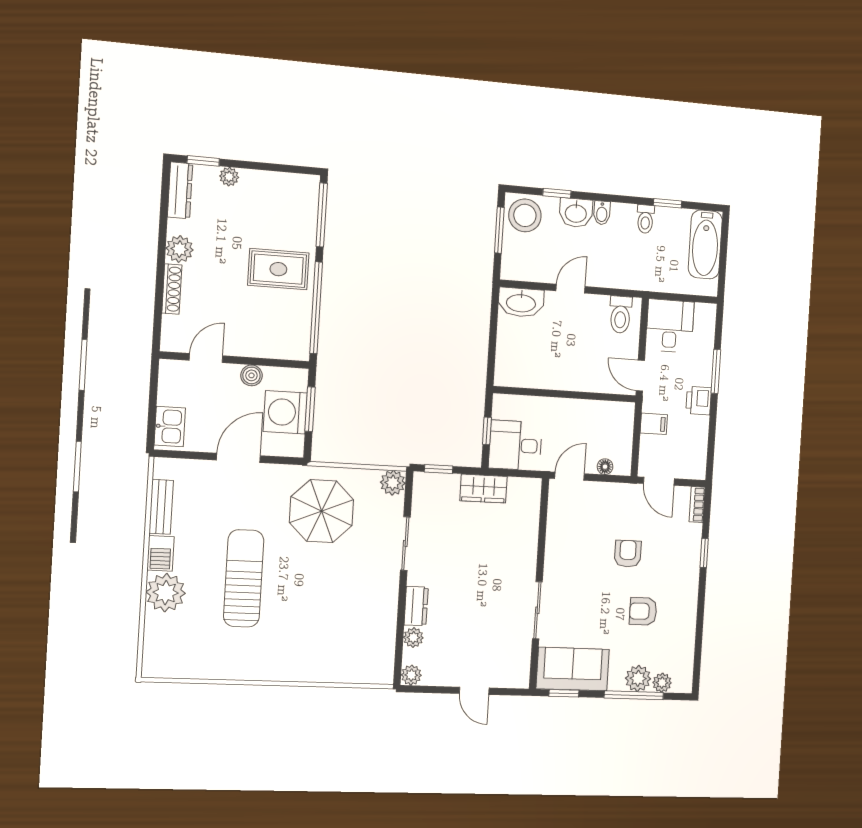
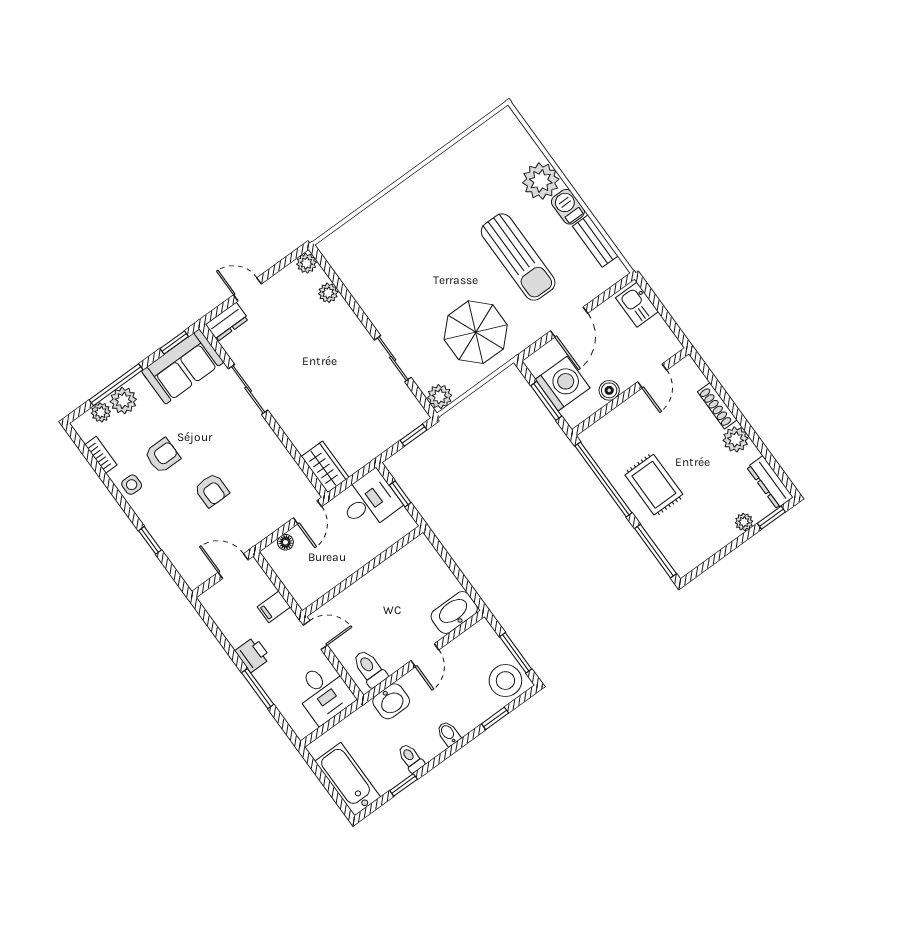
washbasin: (576, 213) -> (391, 701), moved, turned 180
rug: (278, 269) -> (654, 485), turned 90
wardrobe: (484, 489) -> (325, 467), moved, turned 90
bookcase: (697, 505) -> (101, 455), moved
sun lounger: (244, 578) -> (518, 257), moved
dresser: (416, 606) -> (227, 322), moved, turned -90
side table: (684, 607) -> (132, 485), added

